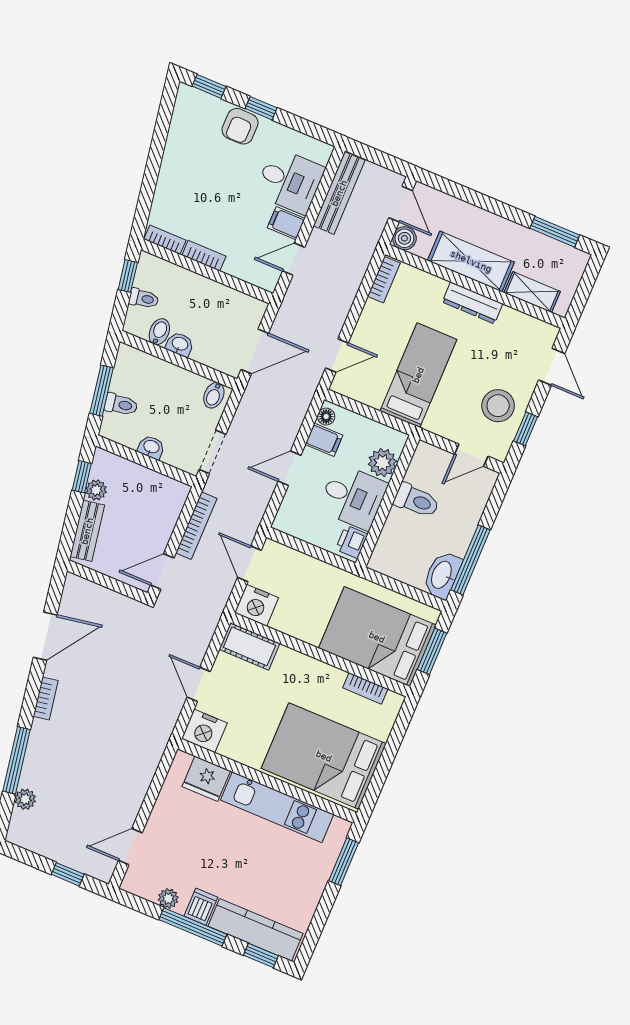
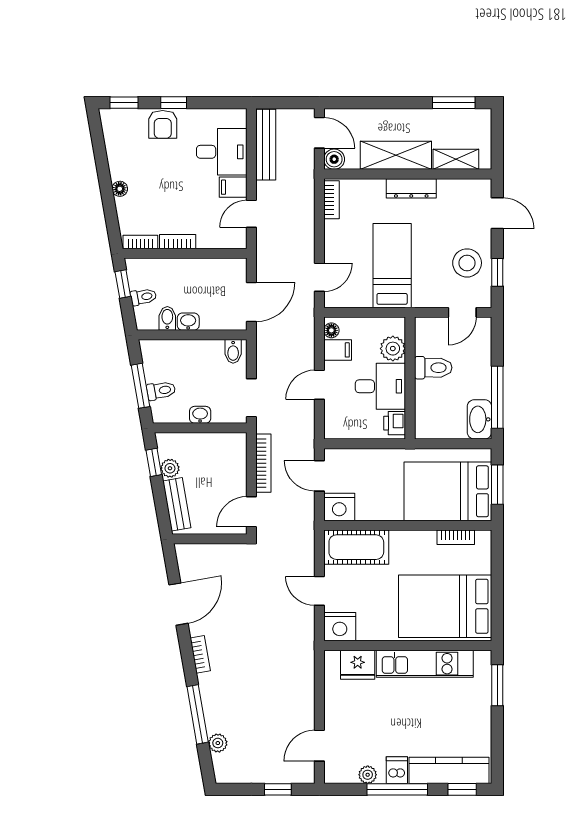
floor lamp: (167, 175) -> (120, 189), added
cot: (249, 646) -> (356, 547), width x1.37, depth x1.34

